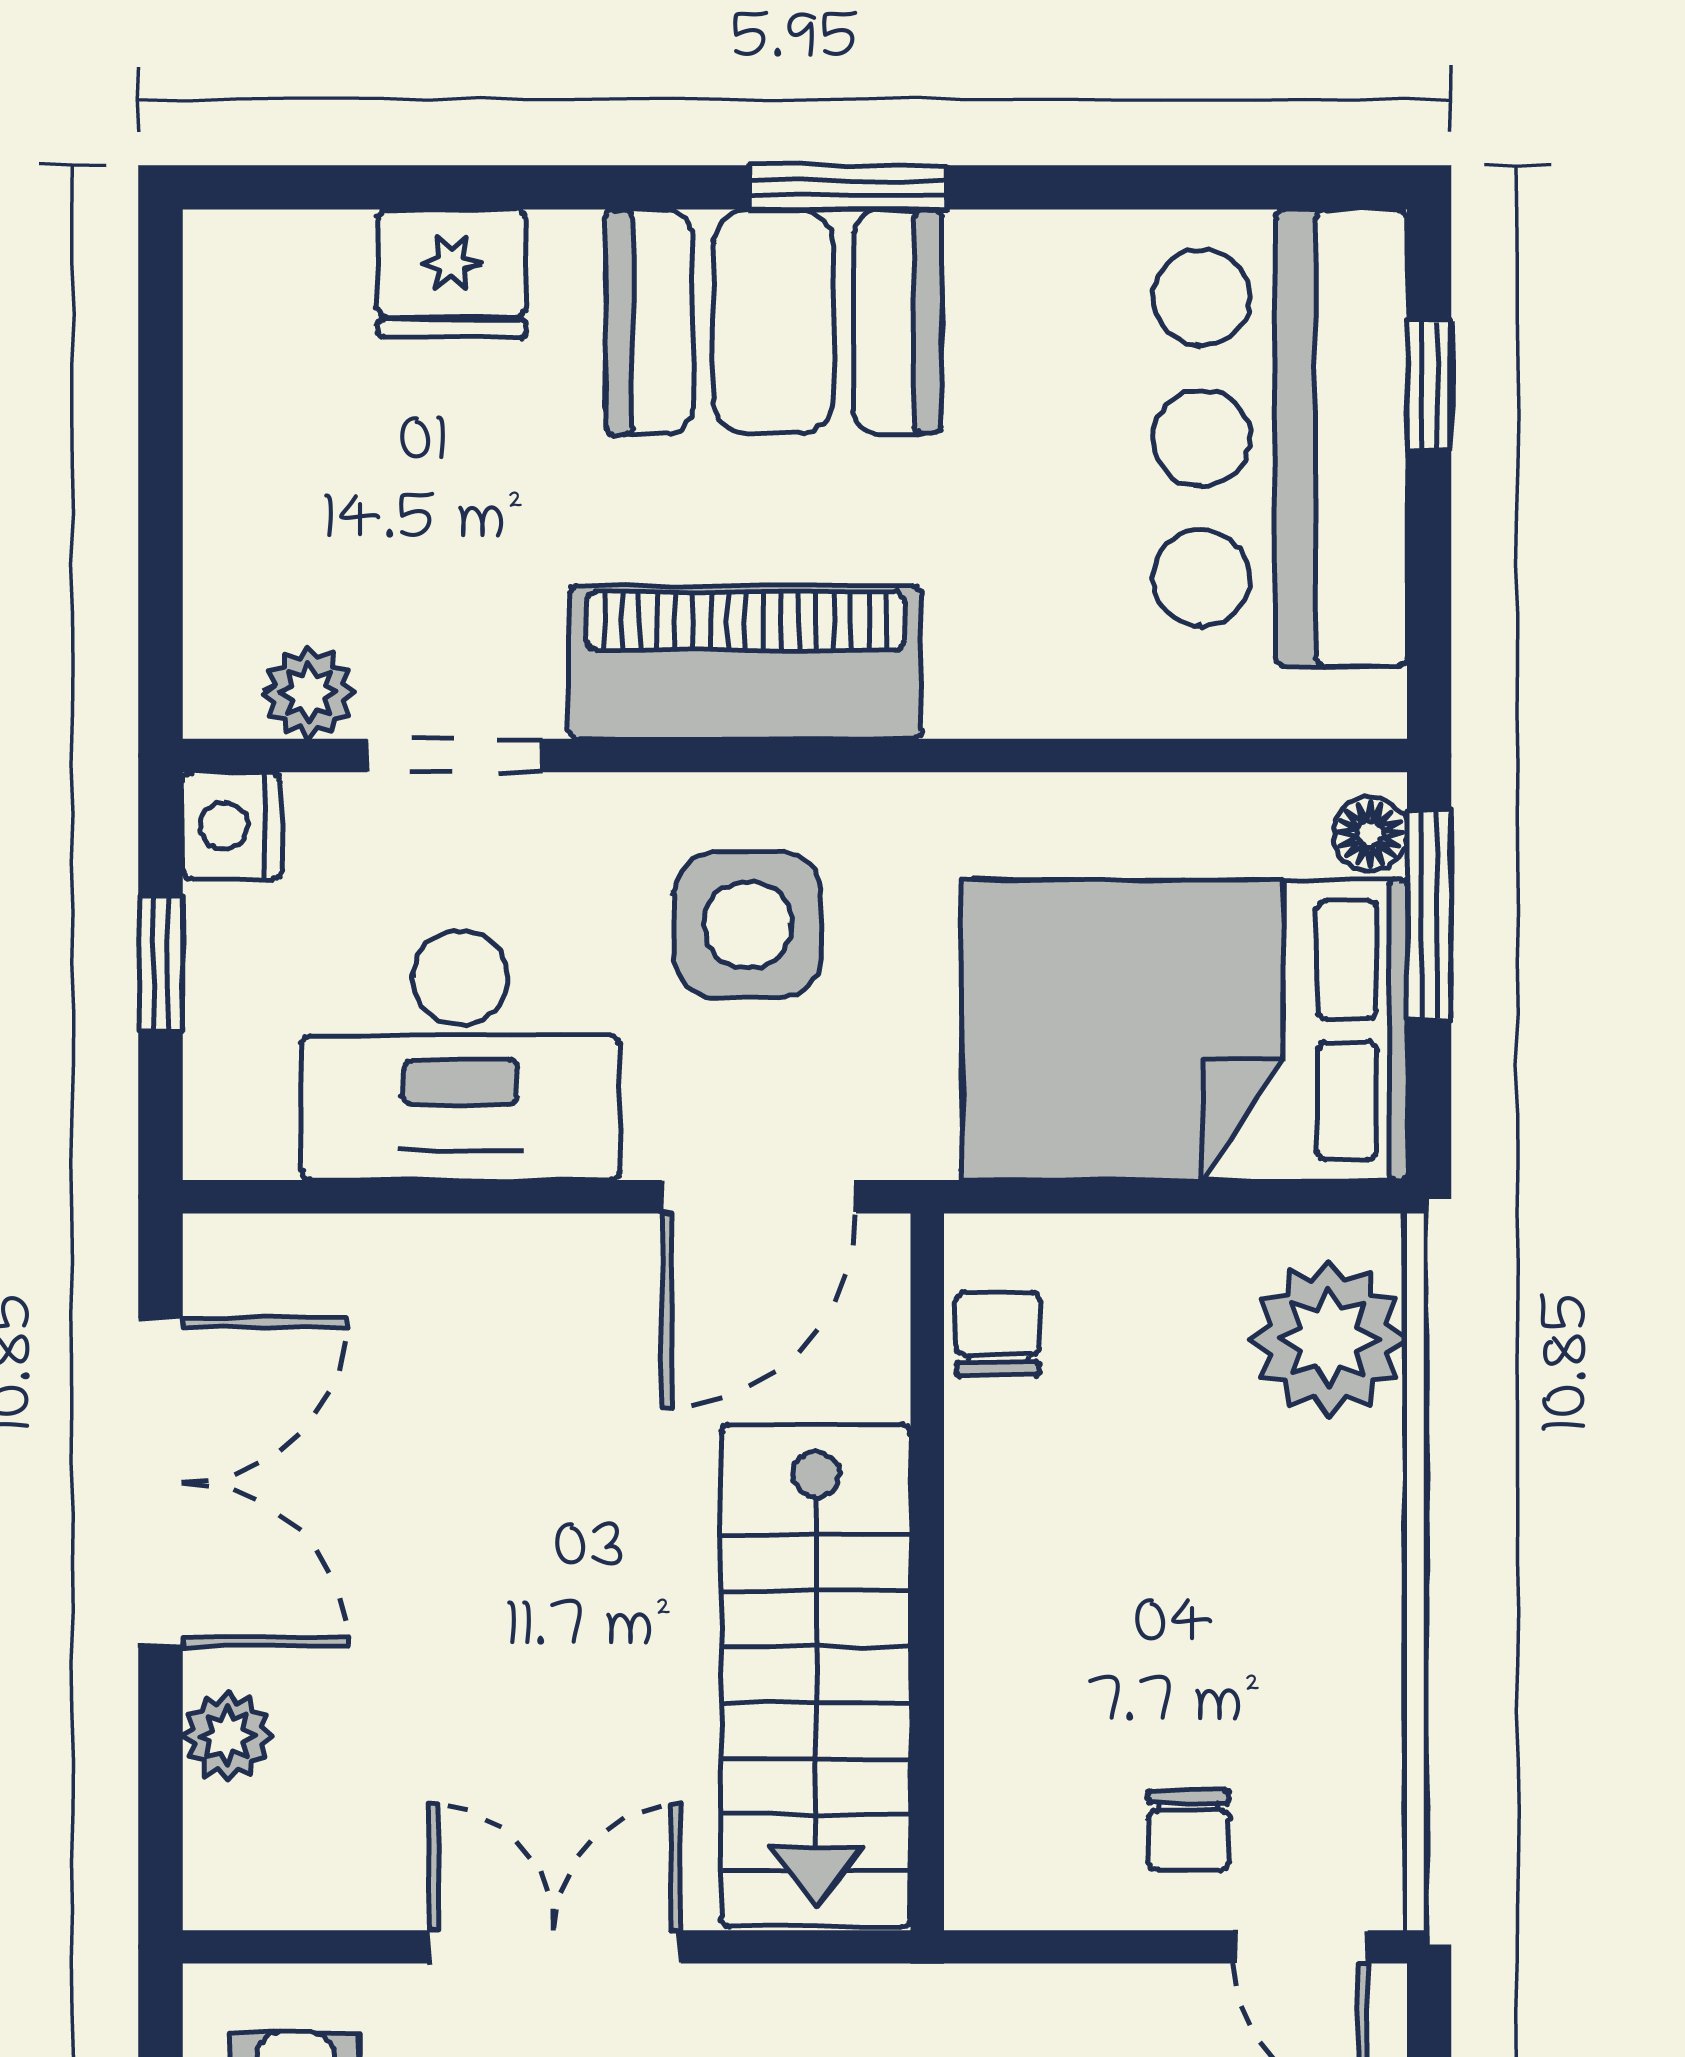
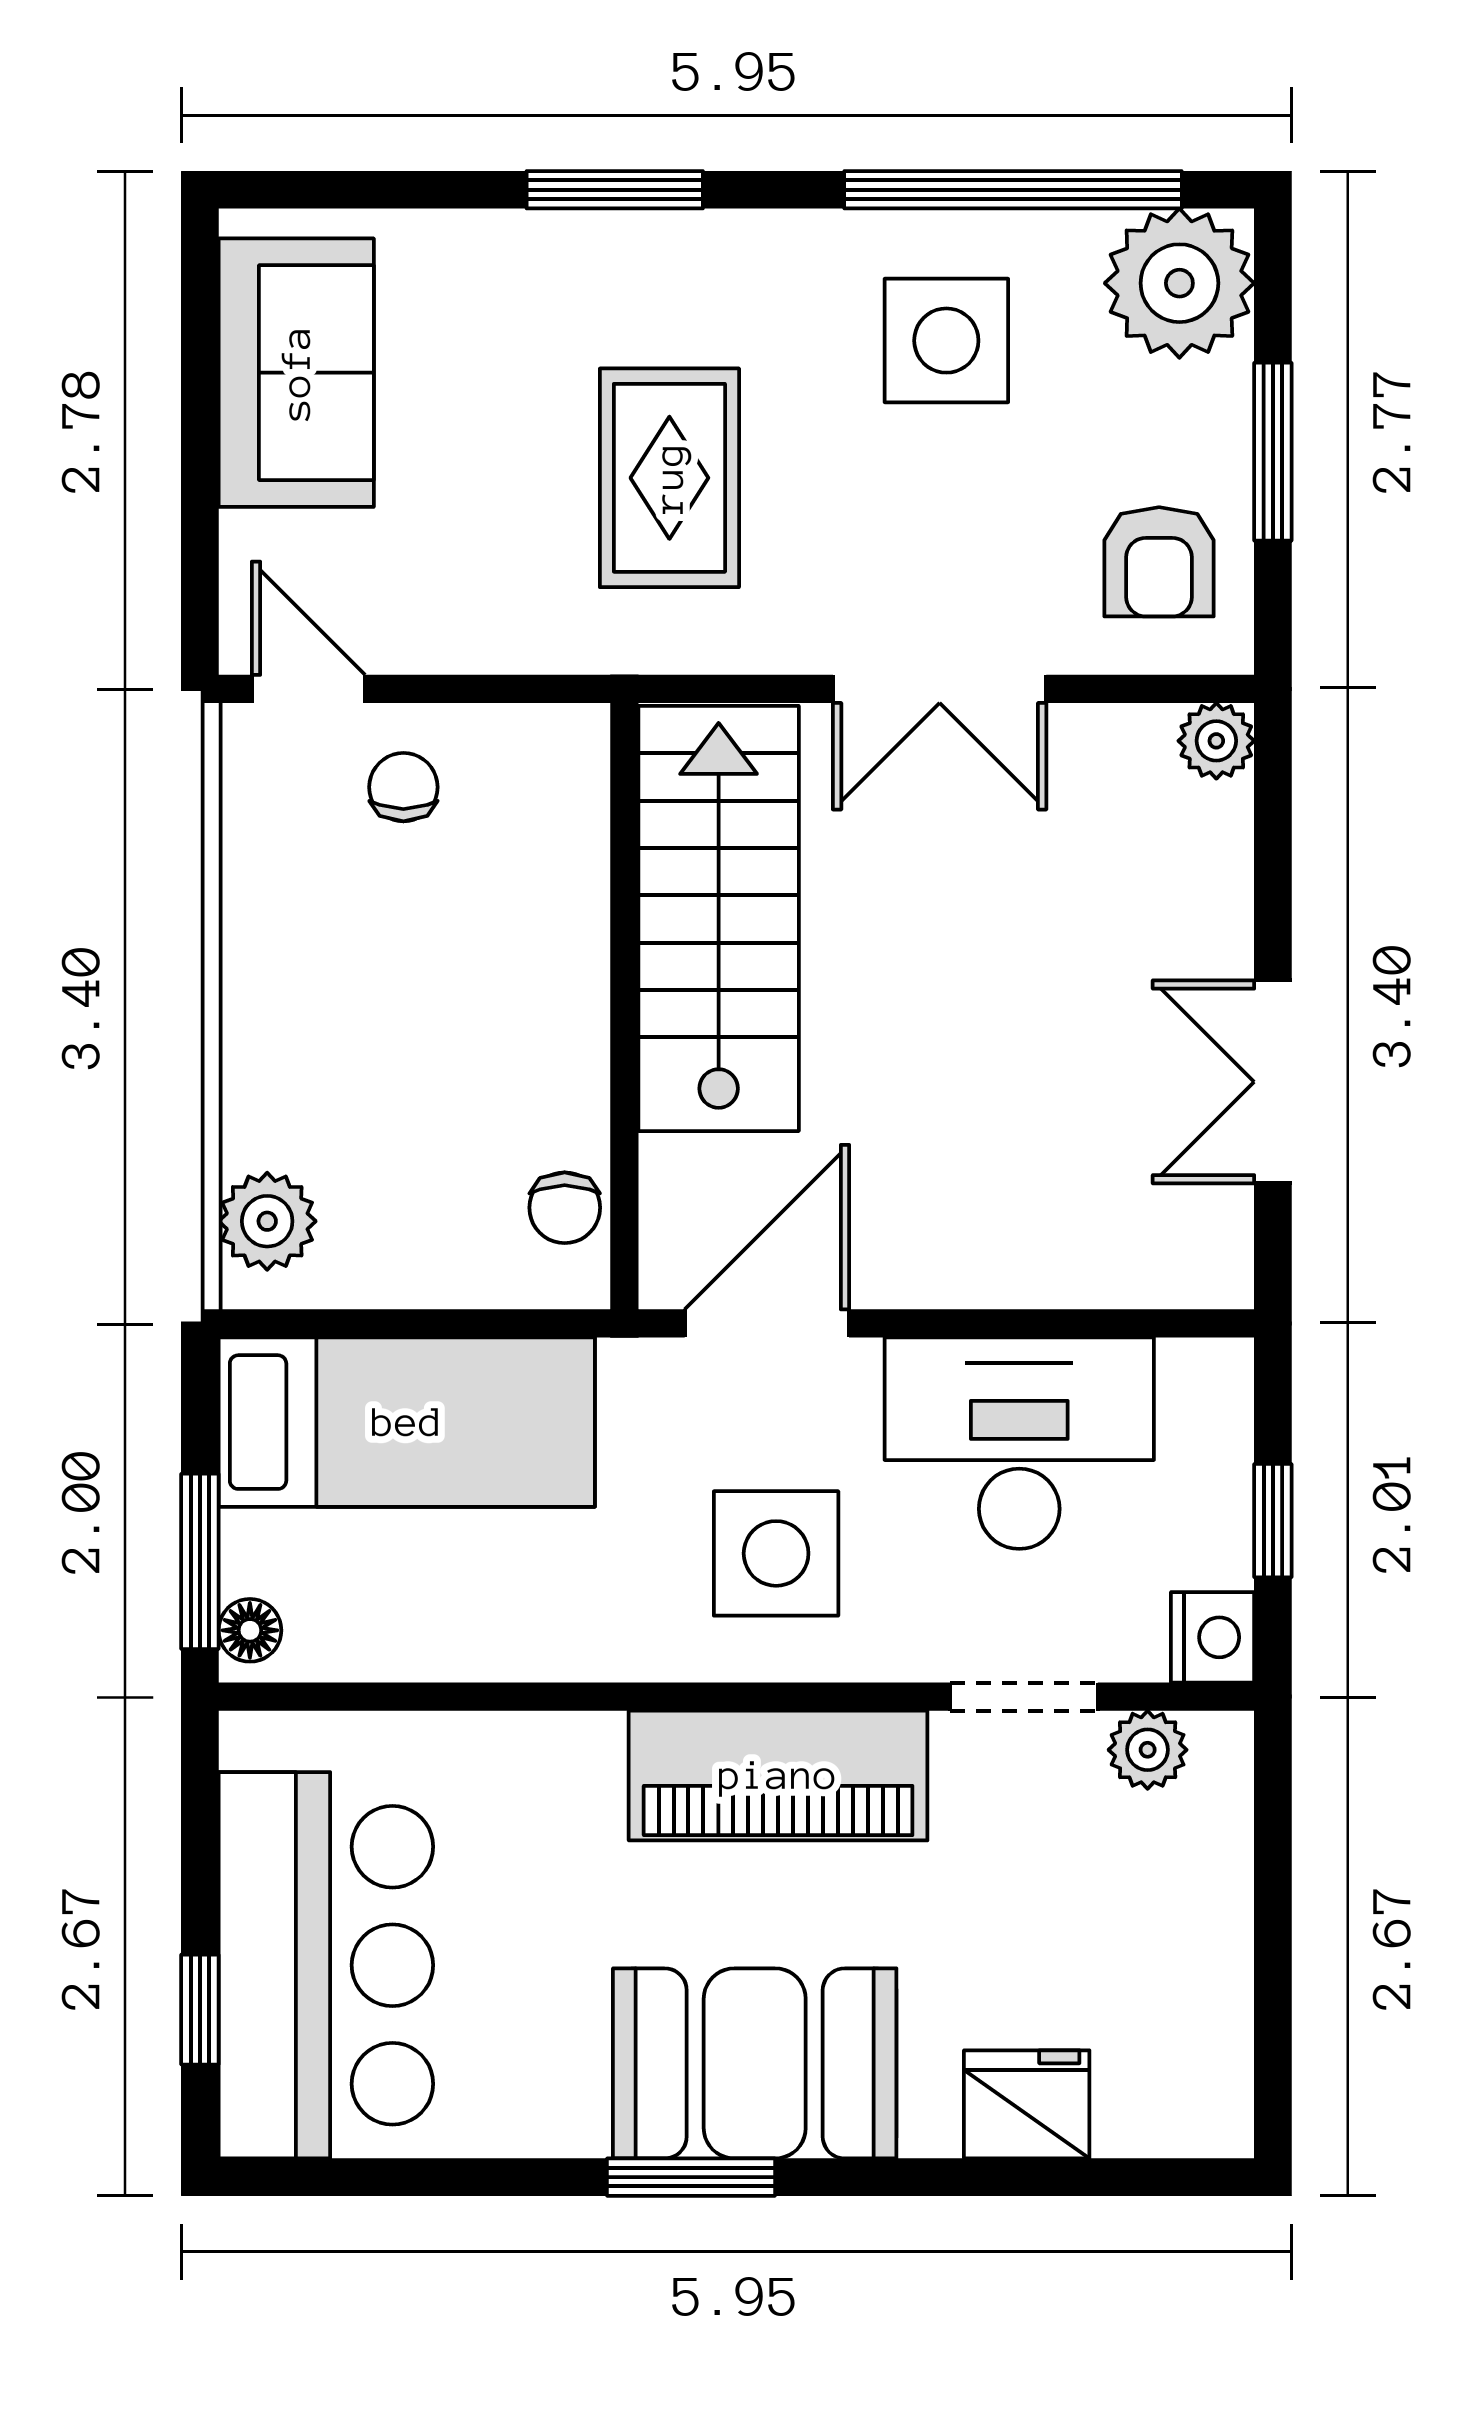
bed: (1185, 1030) -> (407, 1422), width x0.67
plant: (1329, 1338) -> (267, 1221), width x0.73, depth x0.73
double door: (161, 1482) -> (1273, 1082), width x0.73
plant: (227, 1736) -> (1216, 741), moved

